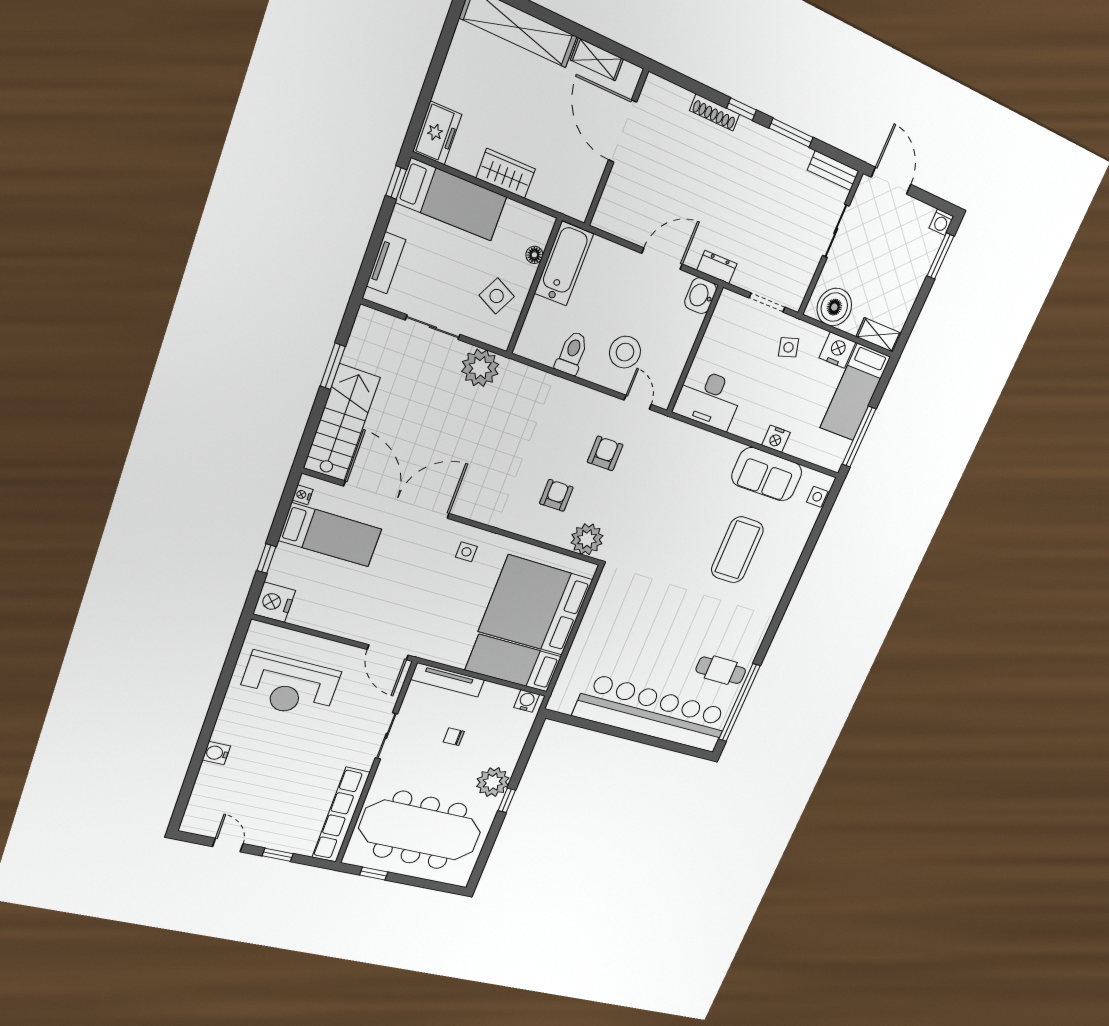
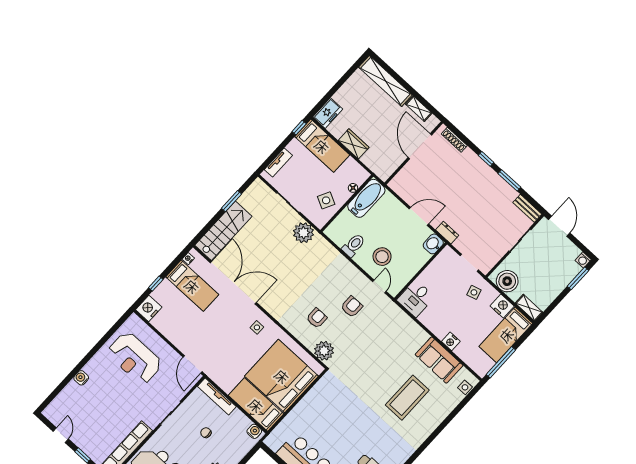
shoe rack: (715, 112) -> (454, 140), moved
desk: (709, 399) -> (416, 298), width x0.73

